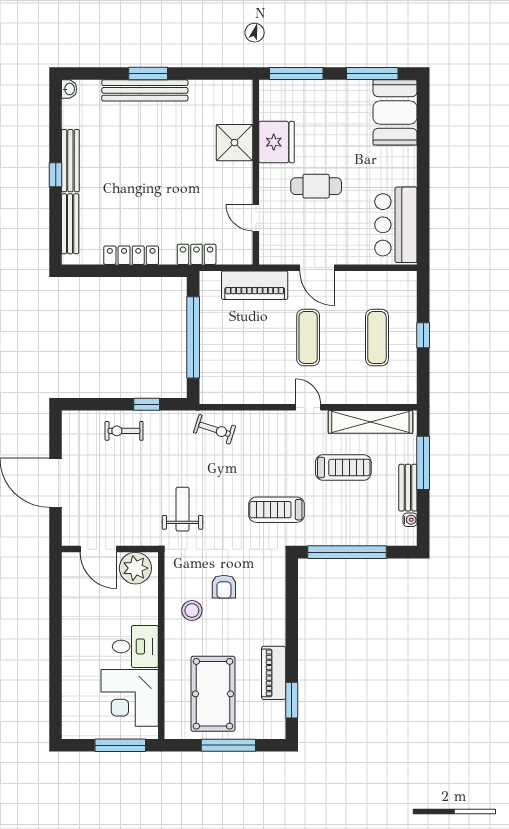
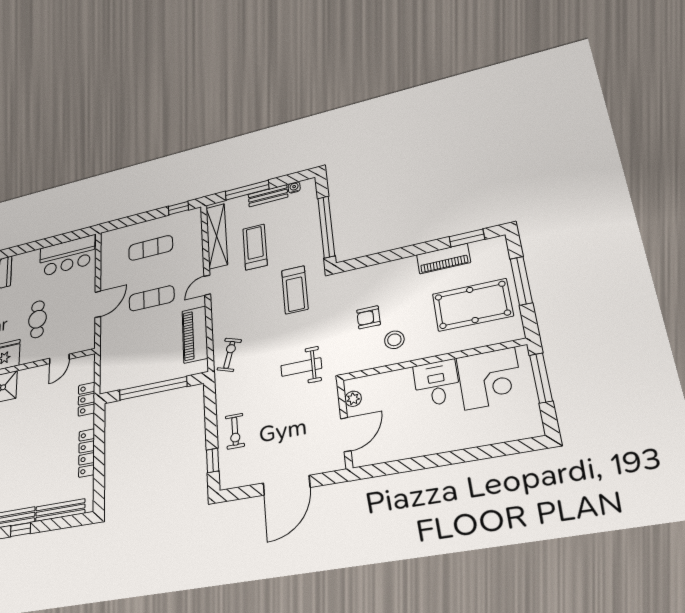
piano: (255, 285) -> (195, 335), moved, turned 180
window: (423, 335) -> (178, 208), moved
window: (147, 404) -> (213, 460), moved
plant: (135, 568) -> (353, 399), width x0.53, depth x0.53
armchair: (224, 587) -> (368, 317), turned 180

